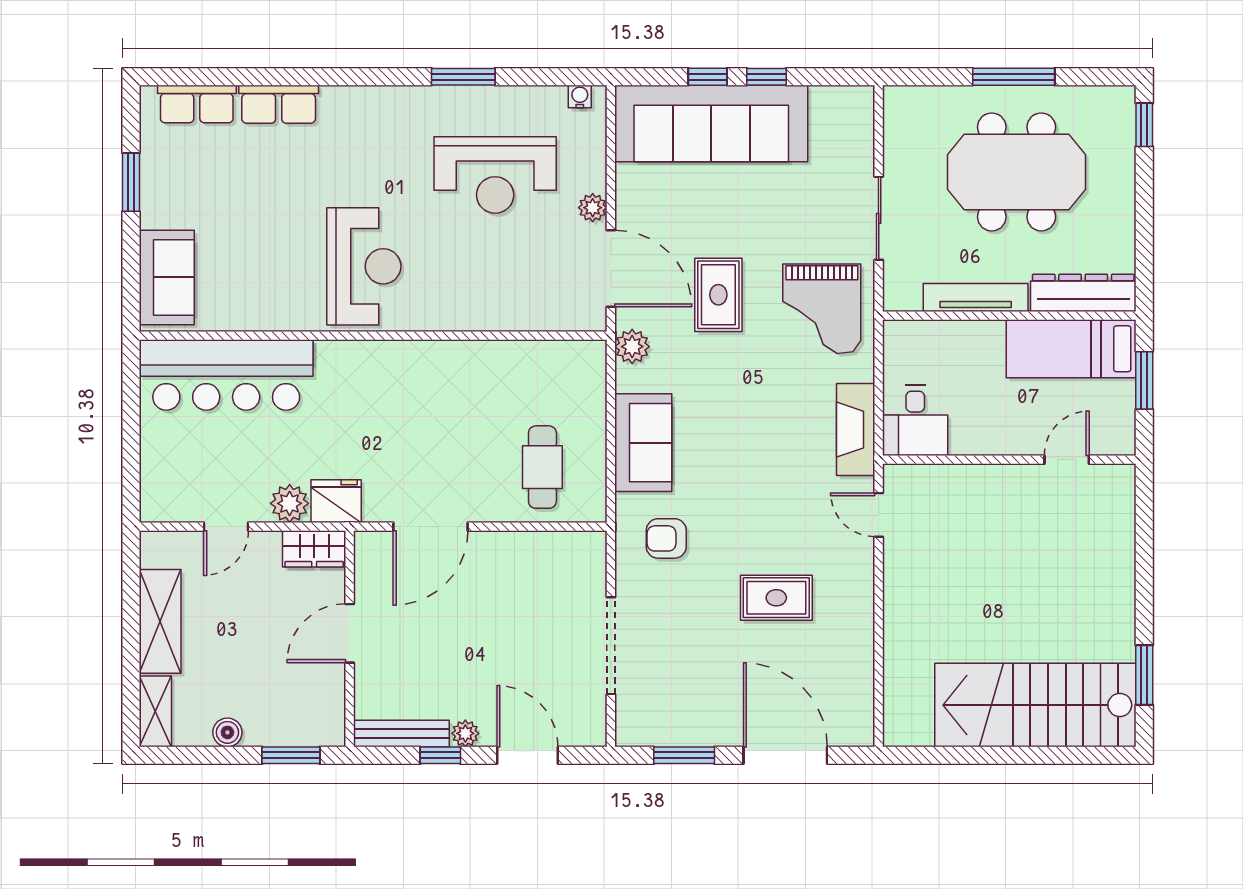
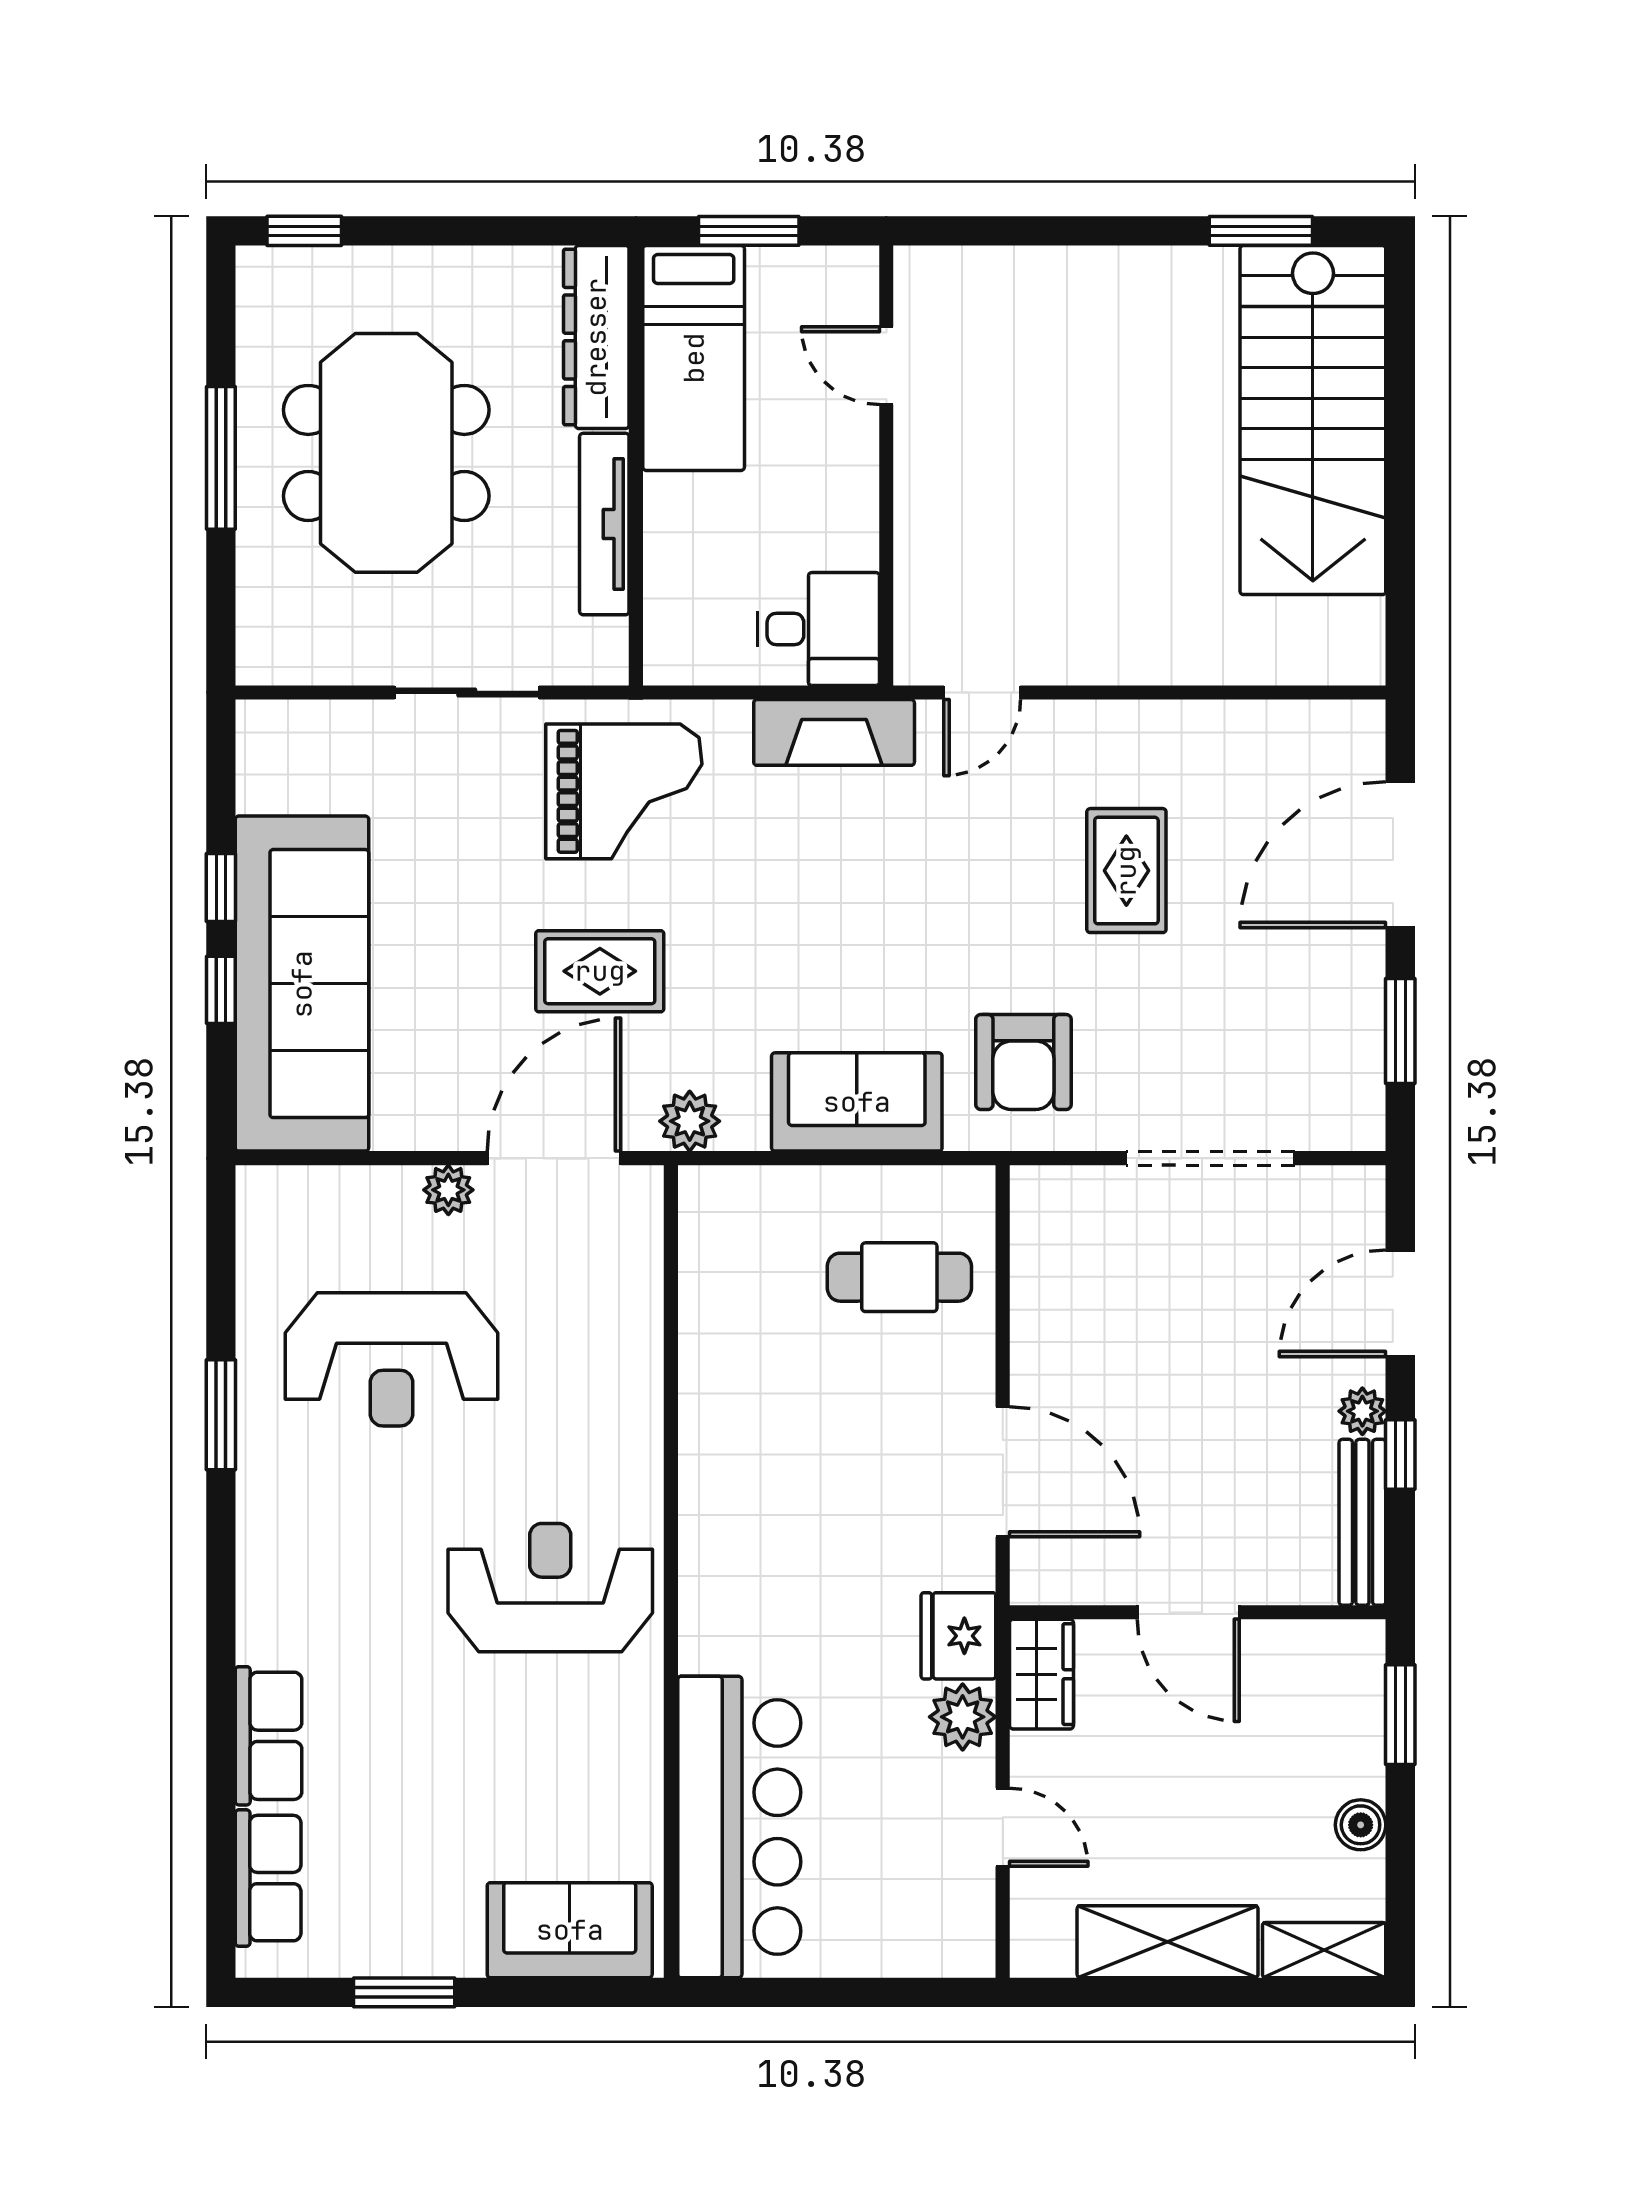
water cooler: (580, 97) -> (255, 1212), removed
reception desk: (495, 175) -> (392, 1359), turned 90
armchair: (666, 538) -> (1023, 1062), width x1.38, depth x1.38

